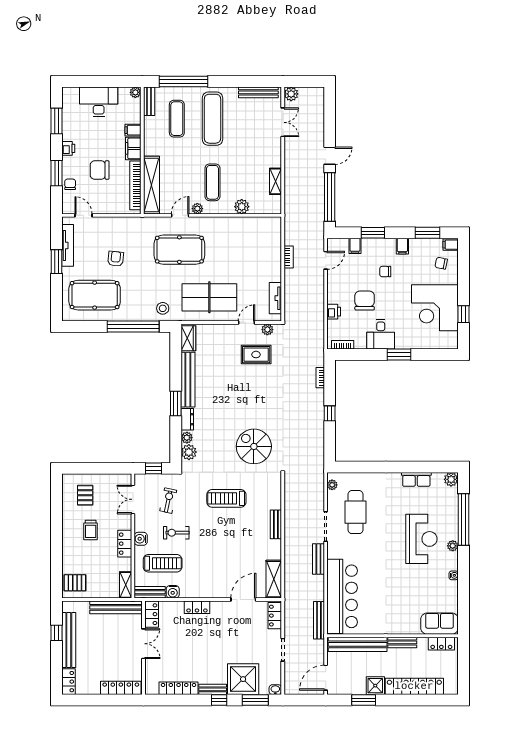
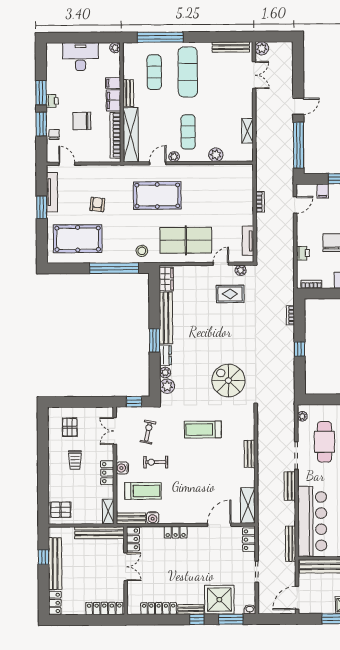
bench: (149, 101) -> (128, 93), moved
window: (57, 121) -> (41, 93), moved

